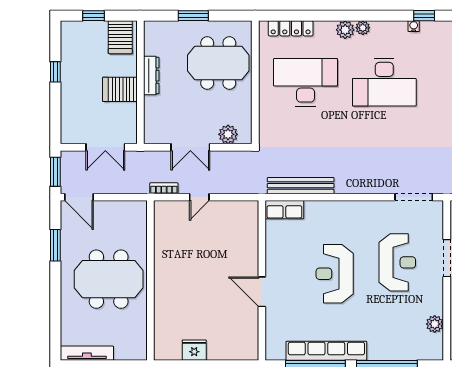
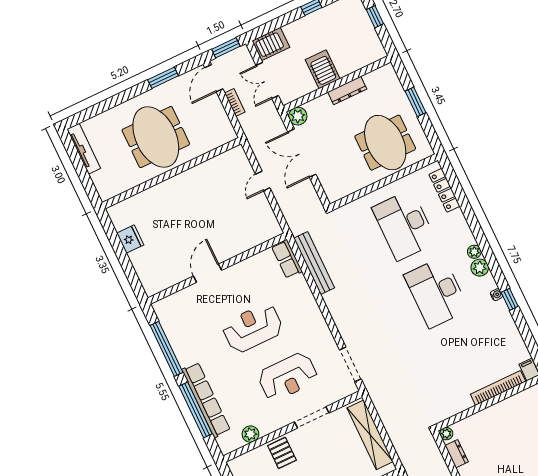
plant: (345, 30) -> (480, 268), moved
server rack: (120, 37) -> (271, 44), moved, turned 180
desk: (305, 82) -> (404, 225), turned 180
plant: (228, 134) -> (298, 116), moved
double door: (190, 147) -> (302, 153), width x1.37
bookcase: (164, 188) -> (235, 102), moved
door: (199, 197) -> (263, 181), hinge flipped
row of seats: (326, 351) -> (206, 400), moved

